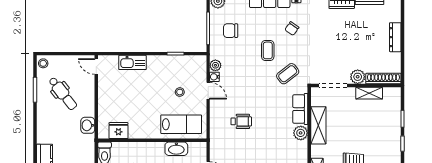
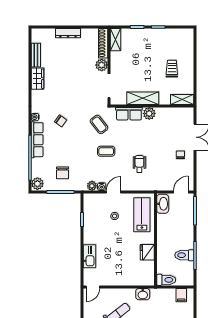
coffee table: (268, 50) -> (106, 151), moved
shelving: (369, 93) -> (115, 40), moved
fridge: (118, 131) -> (147, 252), moved
washbasin: (176, 149) -> (163, 204), moved

